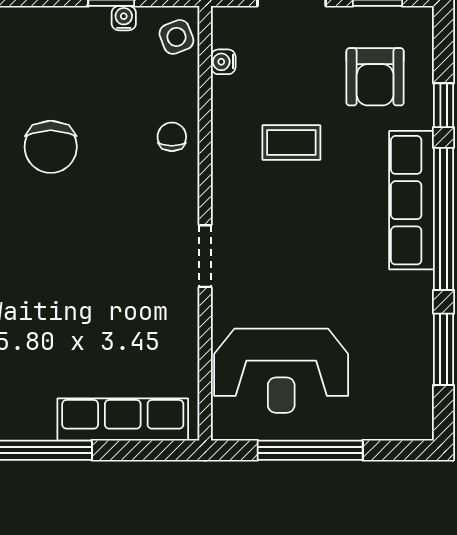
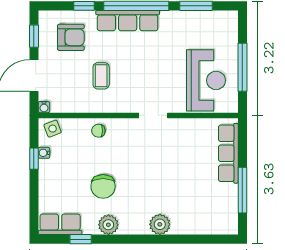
water cooler: (223, 62) -> (44, 107), moved
chair: (51, 147) -> (103, 186), turned 90

